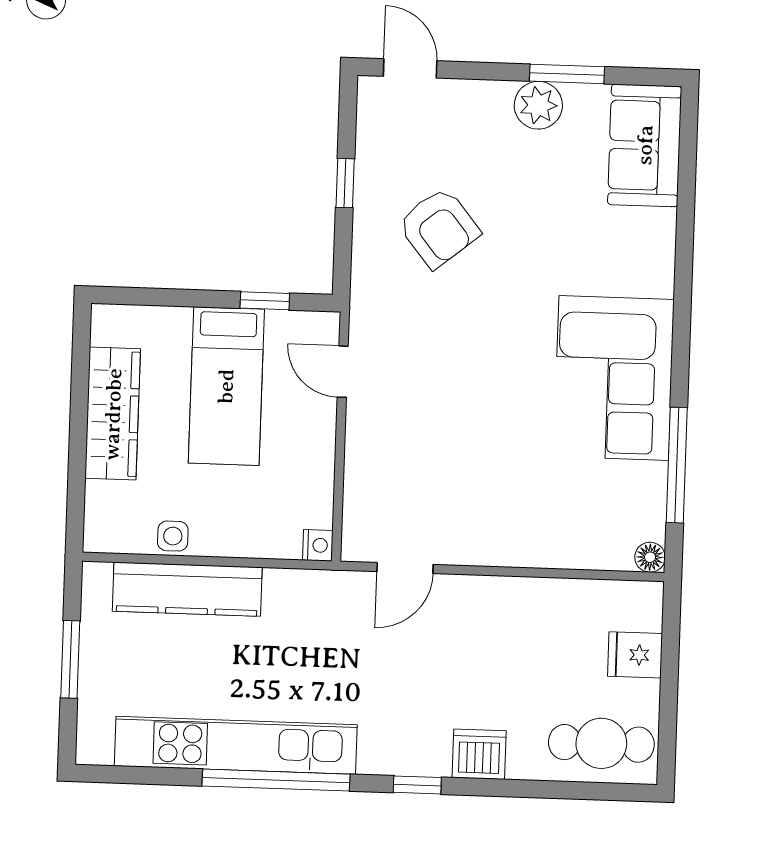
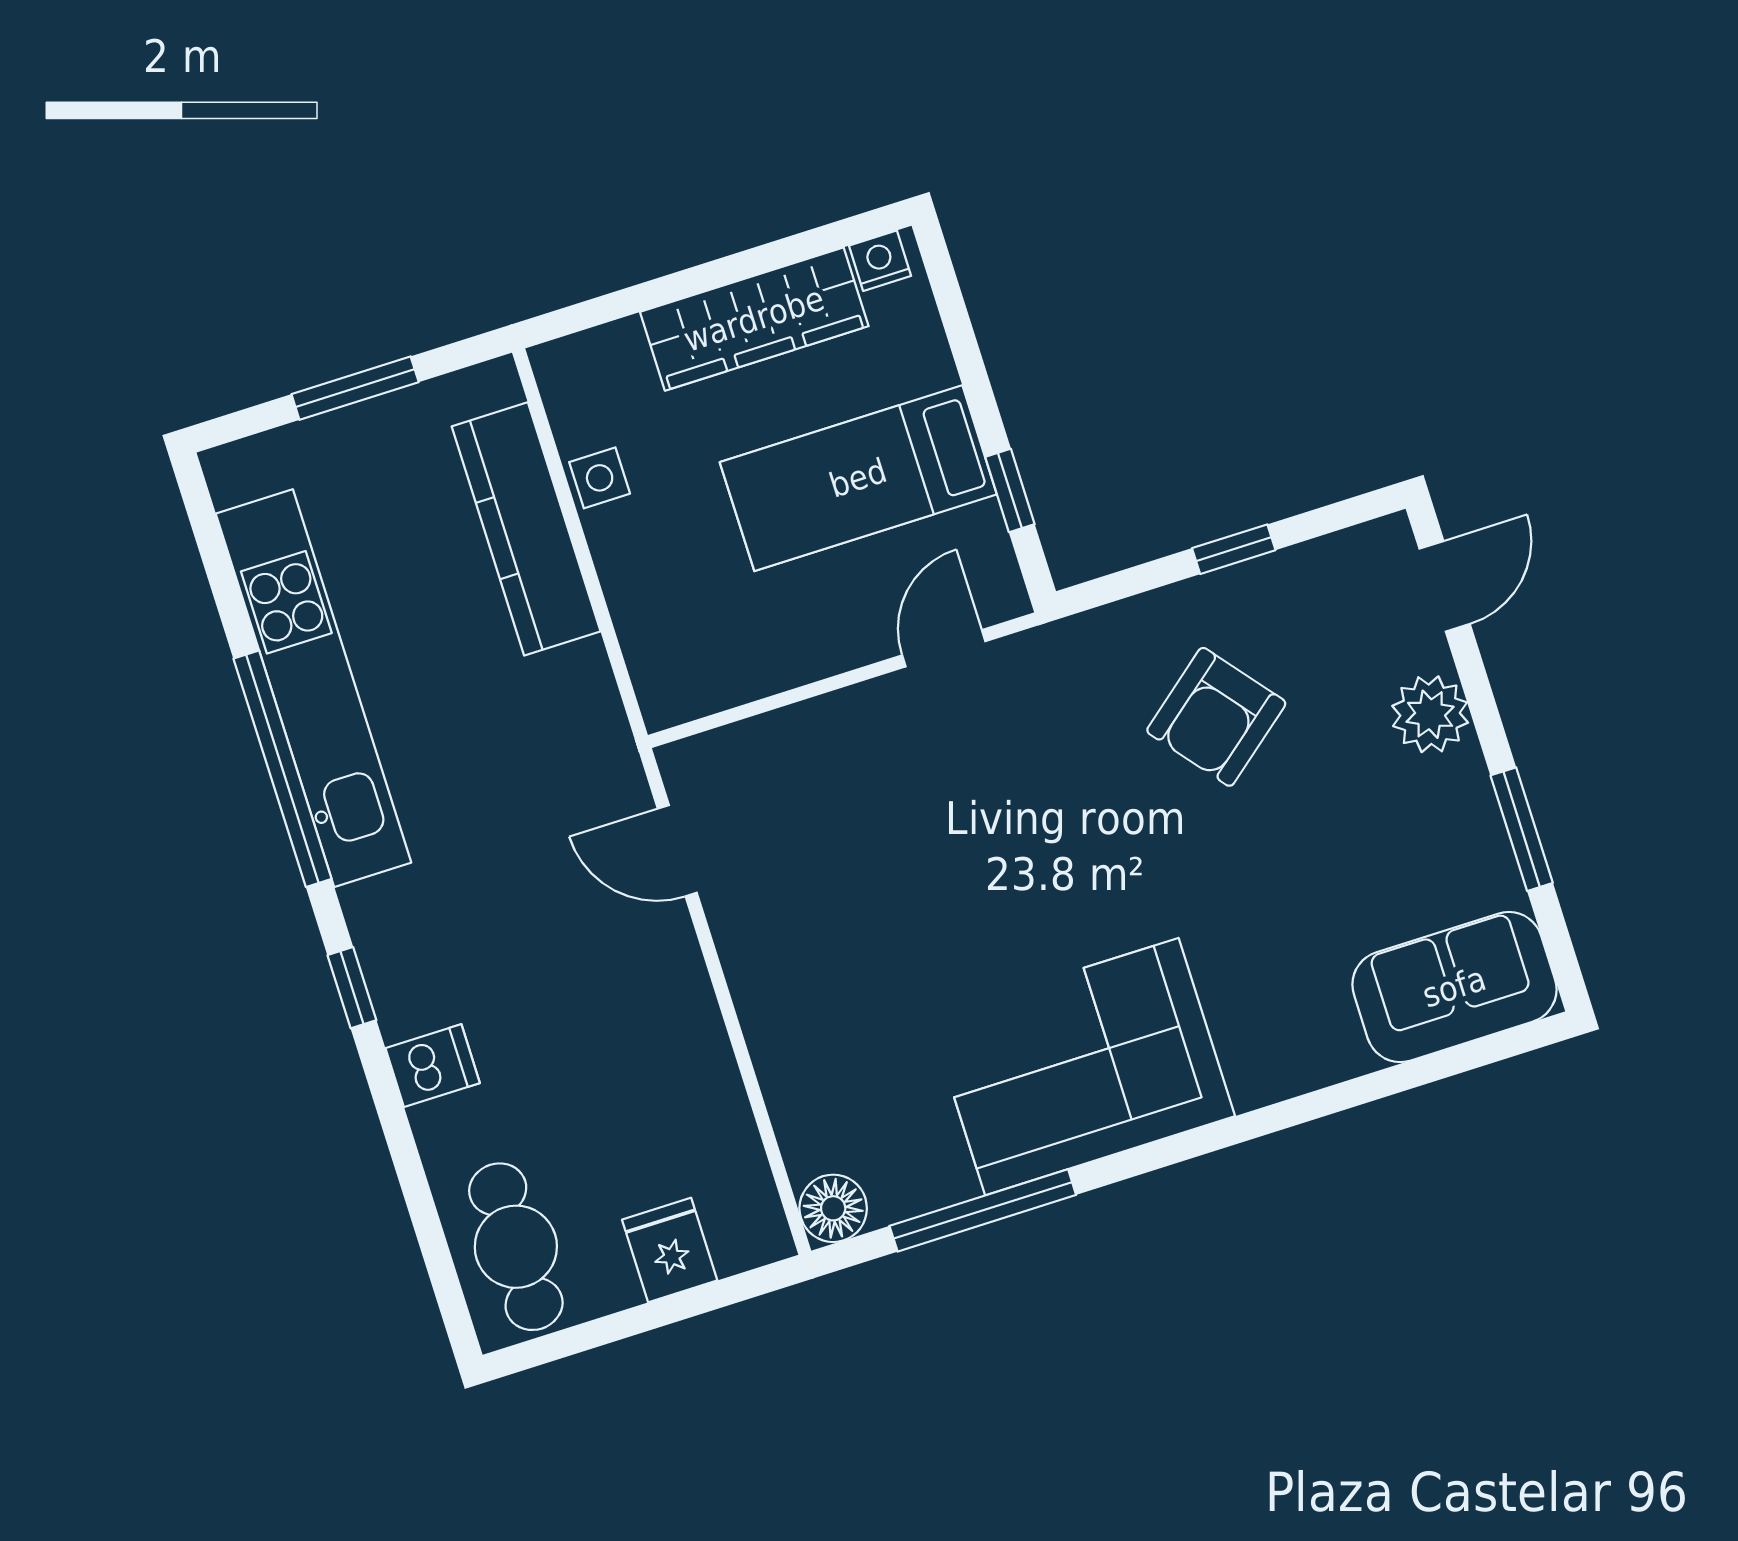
plant: (538, 105) -> (1430, 714), moved
nightstand: (318, 545) -> (880, 261), moved, turned 180
floor lamp: (650, 557) -> (833, 1208), width x1.37, depth x1.37
dishwasher: (479, 754) -> (433, 1066), width x0.73

